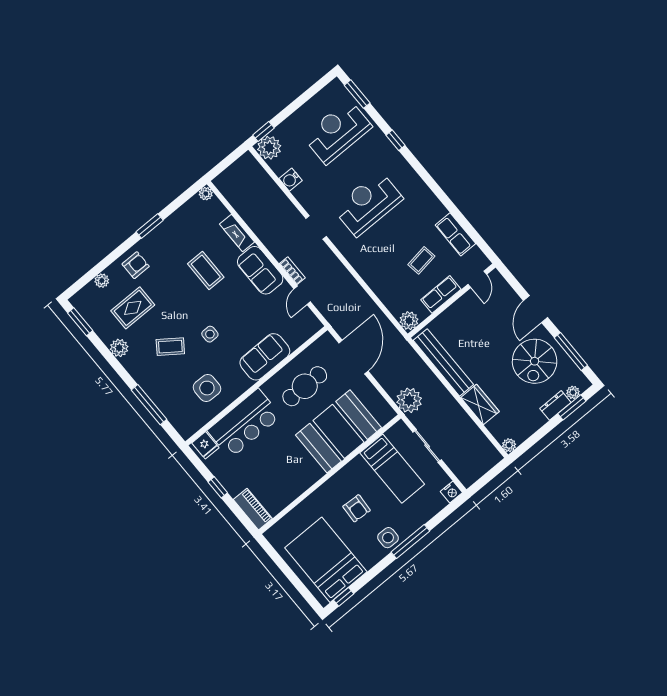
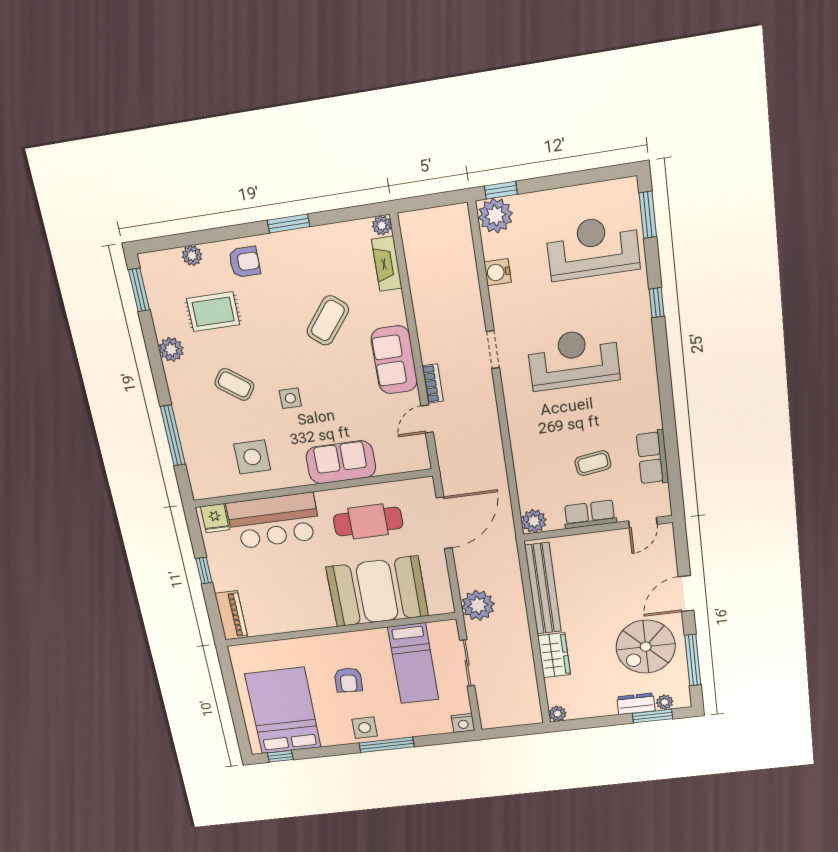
fireplace: (237, 233) -> (387, 264), moved
coffee table: (206, 271) -> (328, 320), turned 39

